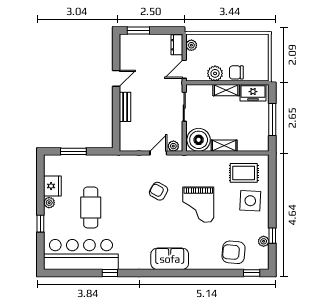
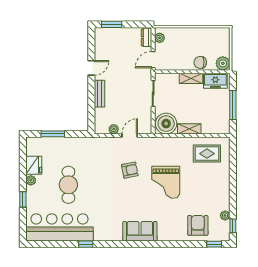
plant: (215, 73) -> (223, 63), moved
plant: (173, 146) -> (114, 129), moved
armchair: (159, 191) -> (130, 170), turned 139
side table: (250, 201) -> (213, 179), removed
window: (272, 236) -> (233, 226), moved
armchair: (234, 252) -> (198, 225), turned 85

